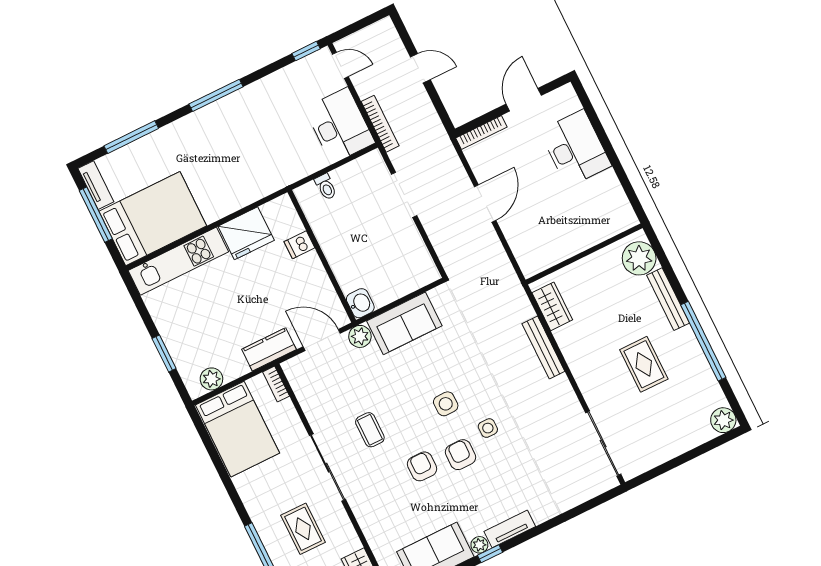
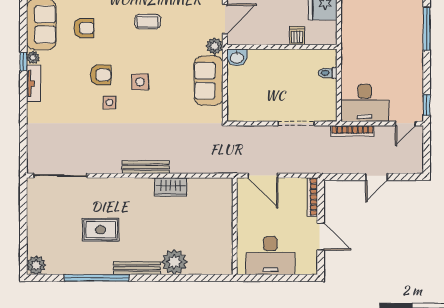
wall: (584, 254) -> (235, 226), moved
armchair: (422, 466) -> (84, 28), moved

